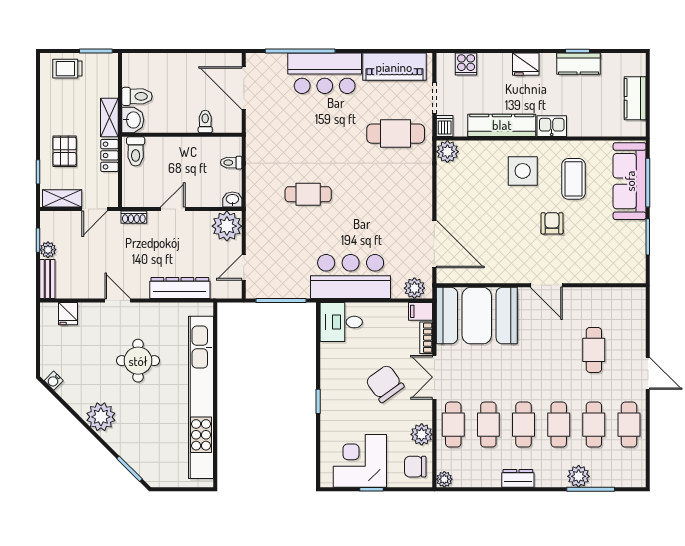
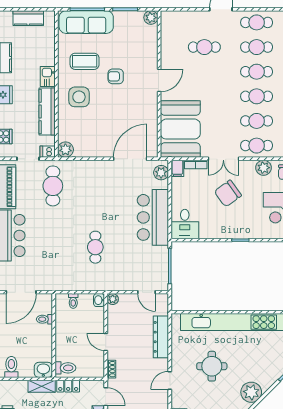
toilet: (137, 96) -> (11, 367), moved
plant: (227, 226) -> (113, 299), width x0.53, depth x0.53
plant: (636, 274) -> (151, 18), added

